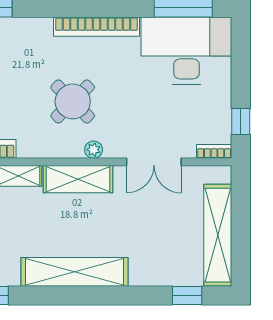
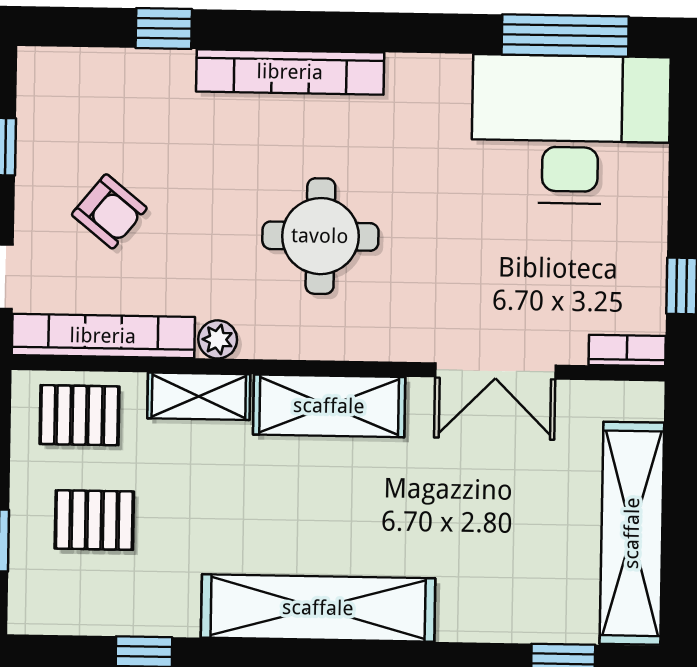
bookcase: (96, 27) -> (290, 72), moved
round table: (73, 101) -> (320, 236), turned 45
plant: (94, 150) -> (218, 339), moved

